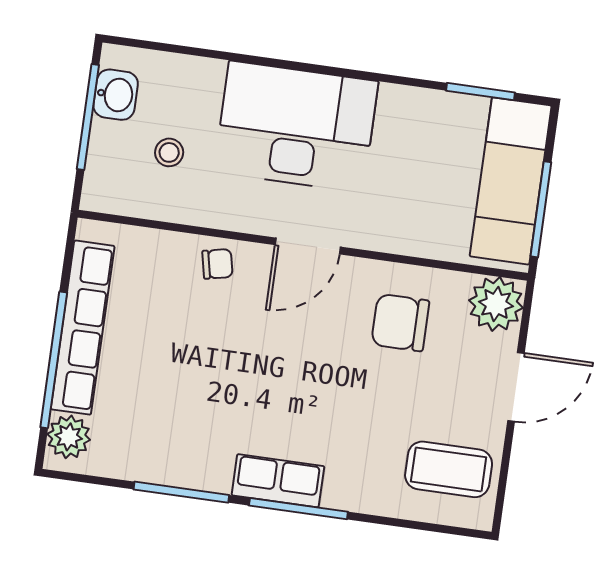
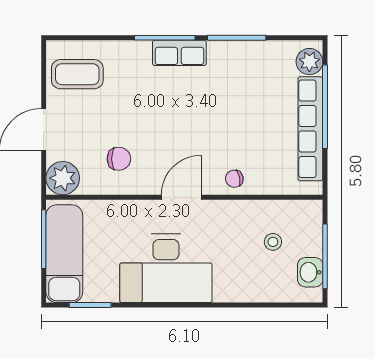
desk: (296, 127) -> (166, 268), moved
chair: (400, 323) -> (119, 159), width x0.73, depth x0.73

